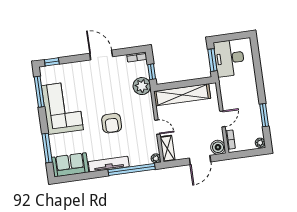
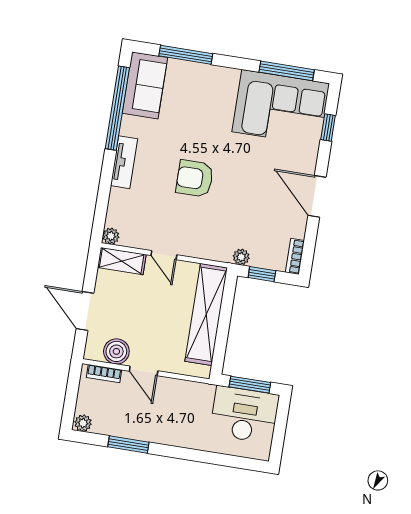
door: (101, 55) -> (317, 196), swing flipped
window: (52, 62) -> (328, 128), moved
plant: (142, 86) -> (241, 257), width x0.53, depth x0.53
corner sofa: (62, 108) -> (281, 108), moved
door: (157, 127) -> (164, 255), hinge flipped
boiler: (218, 147) -> (116, 351), moved
tv unit: (109, 164) -> (124, 162), width x0.71
window: (132, 169) -> (117, 108), moved

